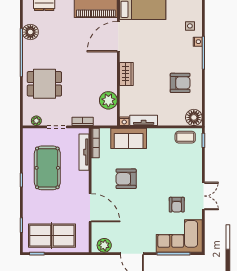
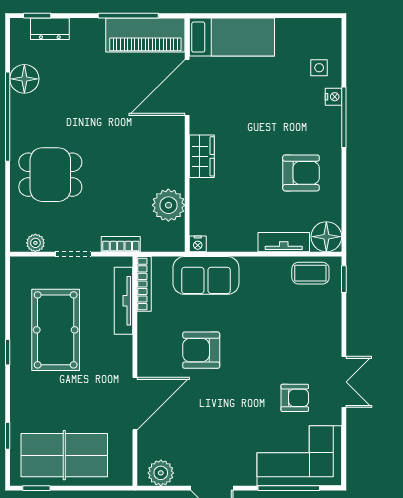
tv unit: (144, 120) -> (284, 242), moved
armchair: (177, 205) -> (295, 398), turned -90
door: (90, 208) -> (135, 404), hinge flipped

